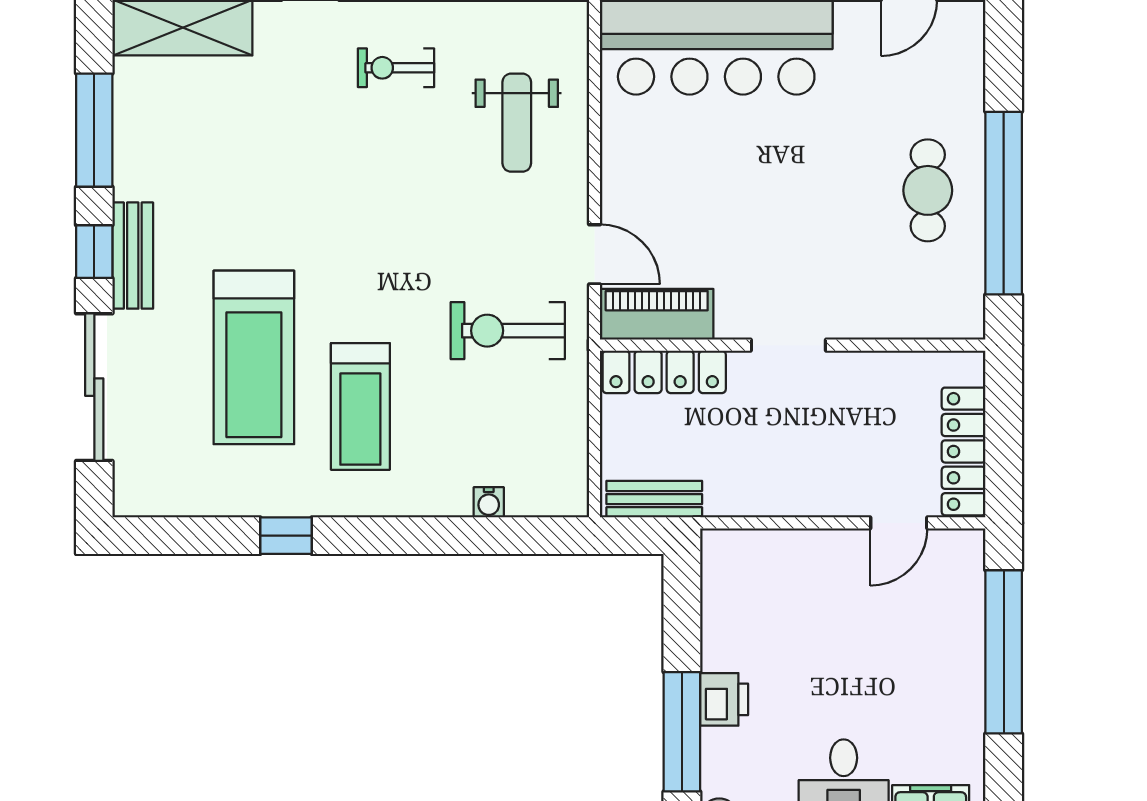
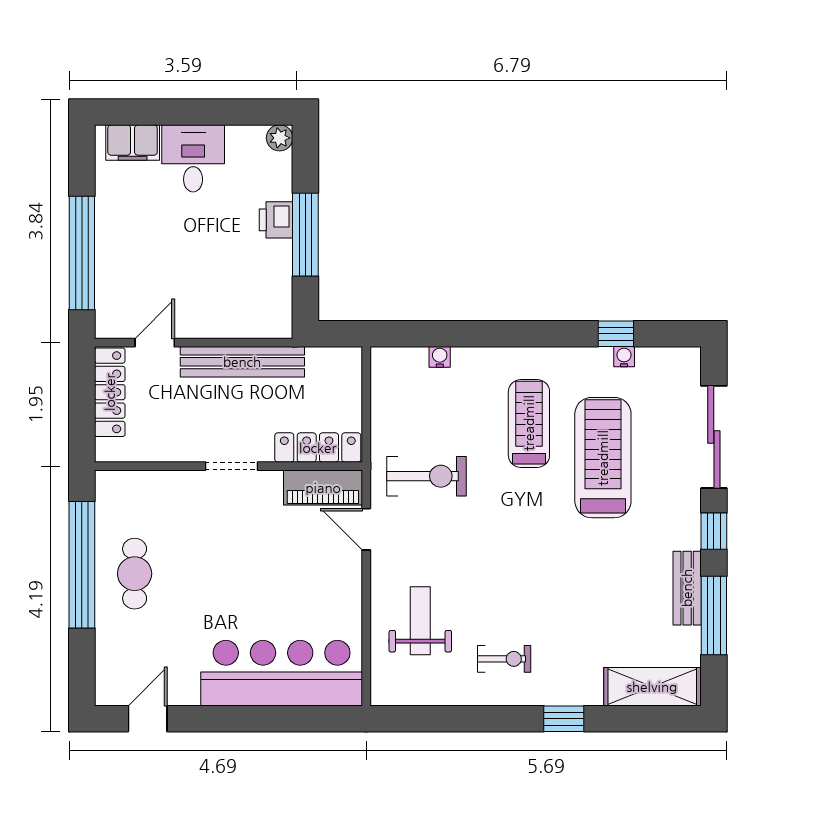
bench: (133, 256) -> (687, 588), moved
bench: (654, 499) -> (242, 362), moved, width x1.86, depth x1.21
water cooler: (224, 503) -> (624, 357), added
window: (286, 536) -> (616, 334), moved
window: (682, 732) -> (305, 235), moved

